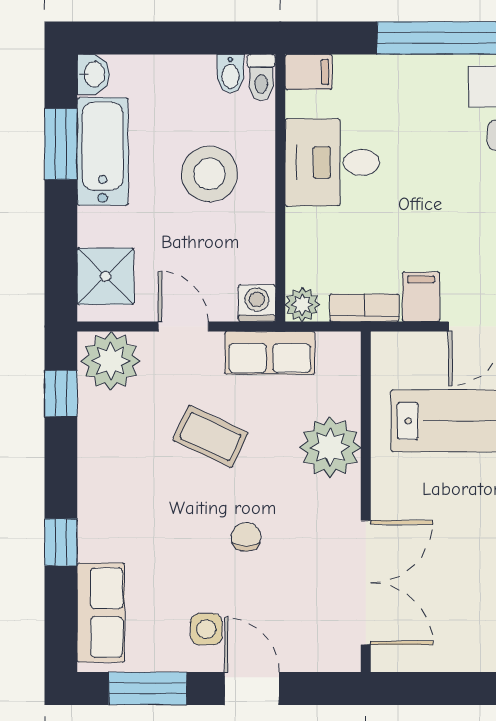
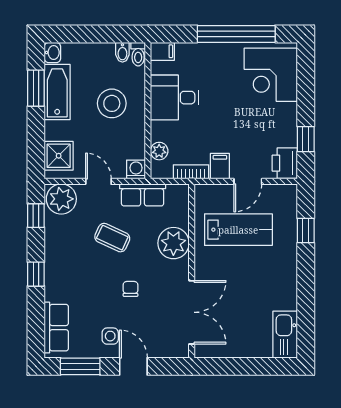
plant: (302, 305) -> (159, 151), moved
window: (61, 542) -> (36, 274), moved

